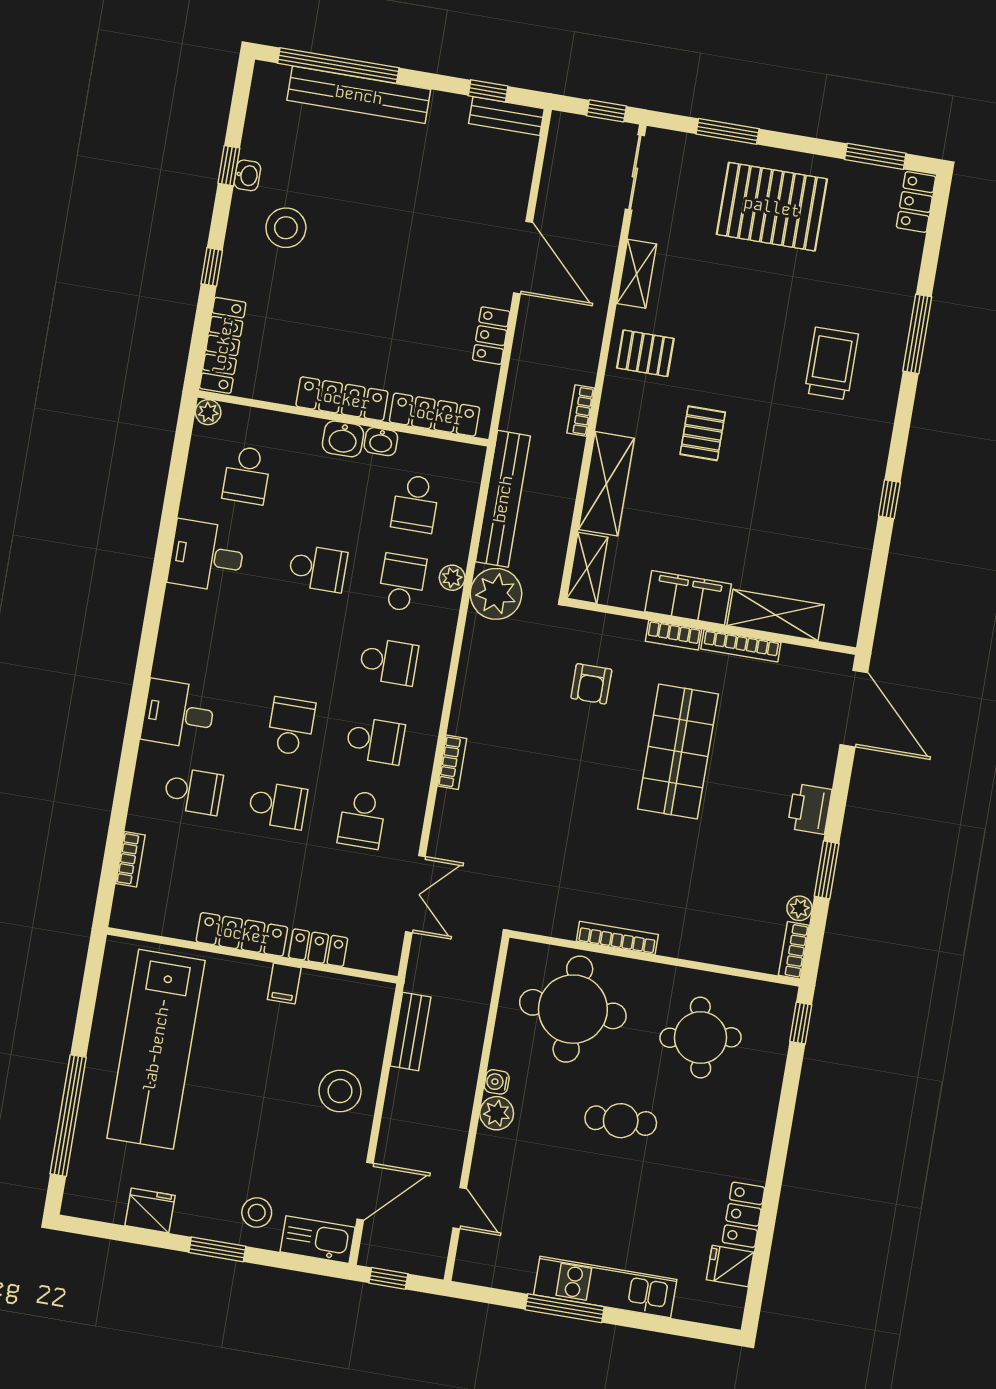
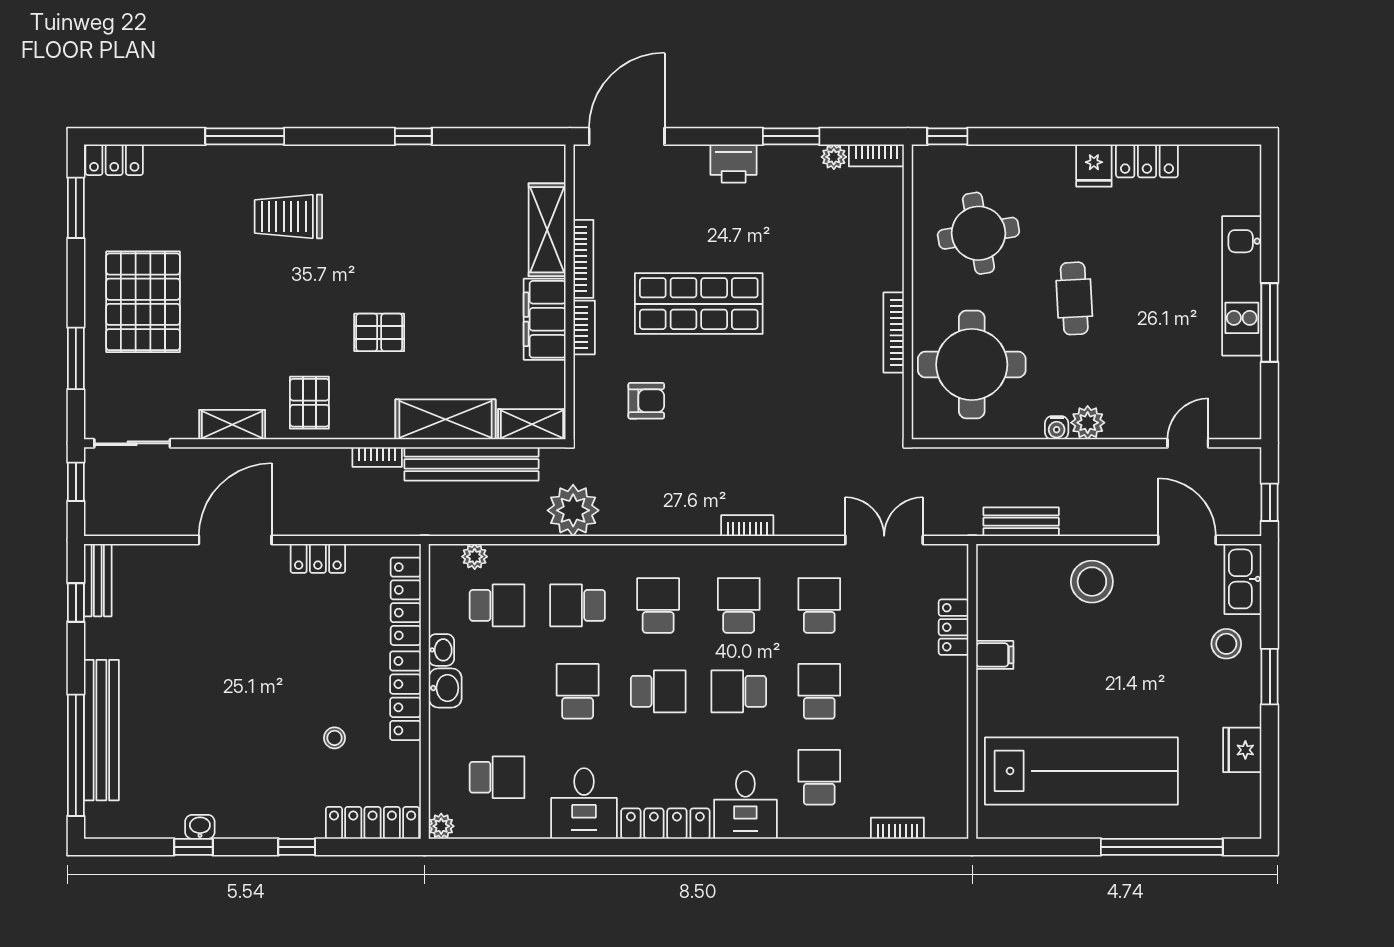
stool: (286, 228) -> (334, 738), moved, width x0.53, depth x0.53
bench: (503, 499) -> (471, 464), moved
plant: (452, 578) -> (475, 557), moved
school desk: (304, 647) -> (658, 691), added
school desk: (362, 820) -> (819, 605), turned -90
locker: (242, 934) -> (665, 824), moved, turned 90
fridge: (730, 1266) -> (1094, 166), moved

